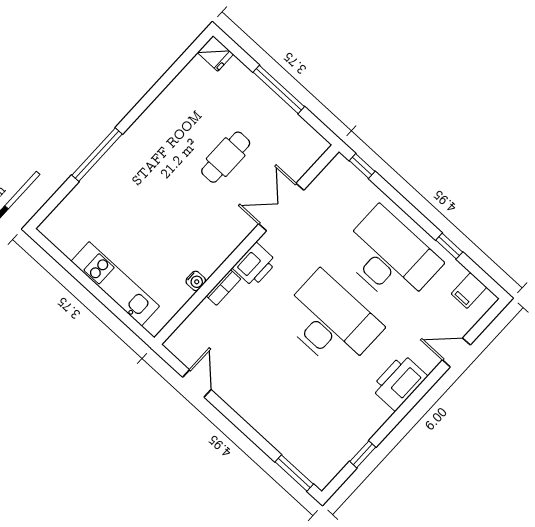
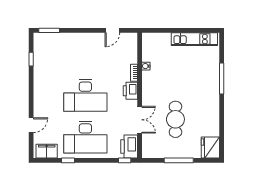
fridge: (215, 53) -> (210, 148), width x1.88, depth x1.34
cafe table: (226, 157) -> (175, 119), width x1.37, depth x1.35
kitchen unit: (115, 284) -> (194, 39), moved
filing cabinet: (469, 291) -> (47, 151), width x2.00
printer: (399, 382) -> (129, 146), moved, turned 180
door: (197, 383) -> (112, 30), hinge flipped

